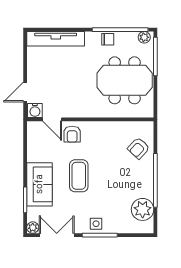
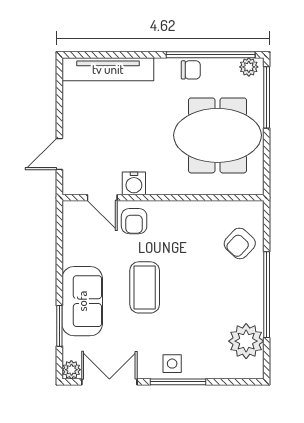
water cooler: (35, 110) -> (134, 183), moved

